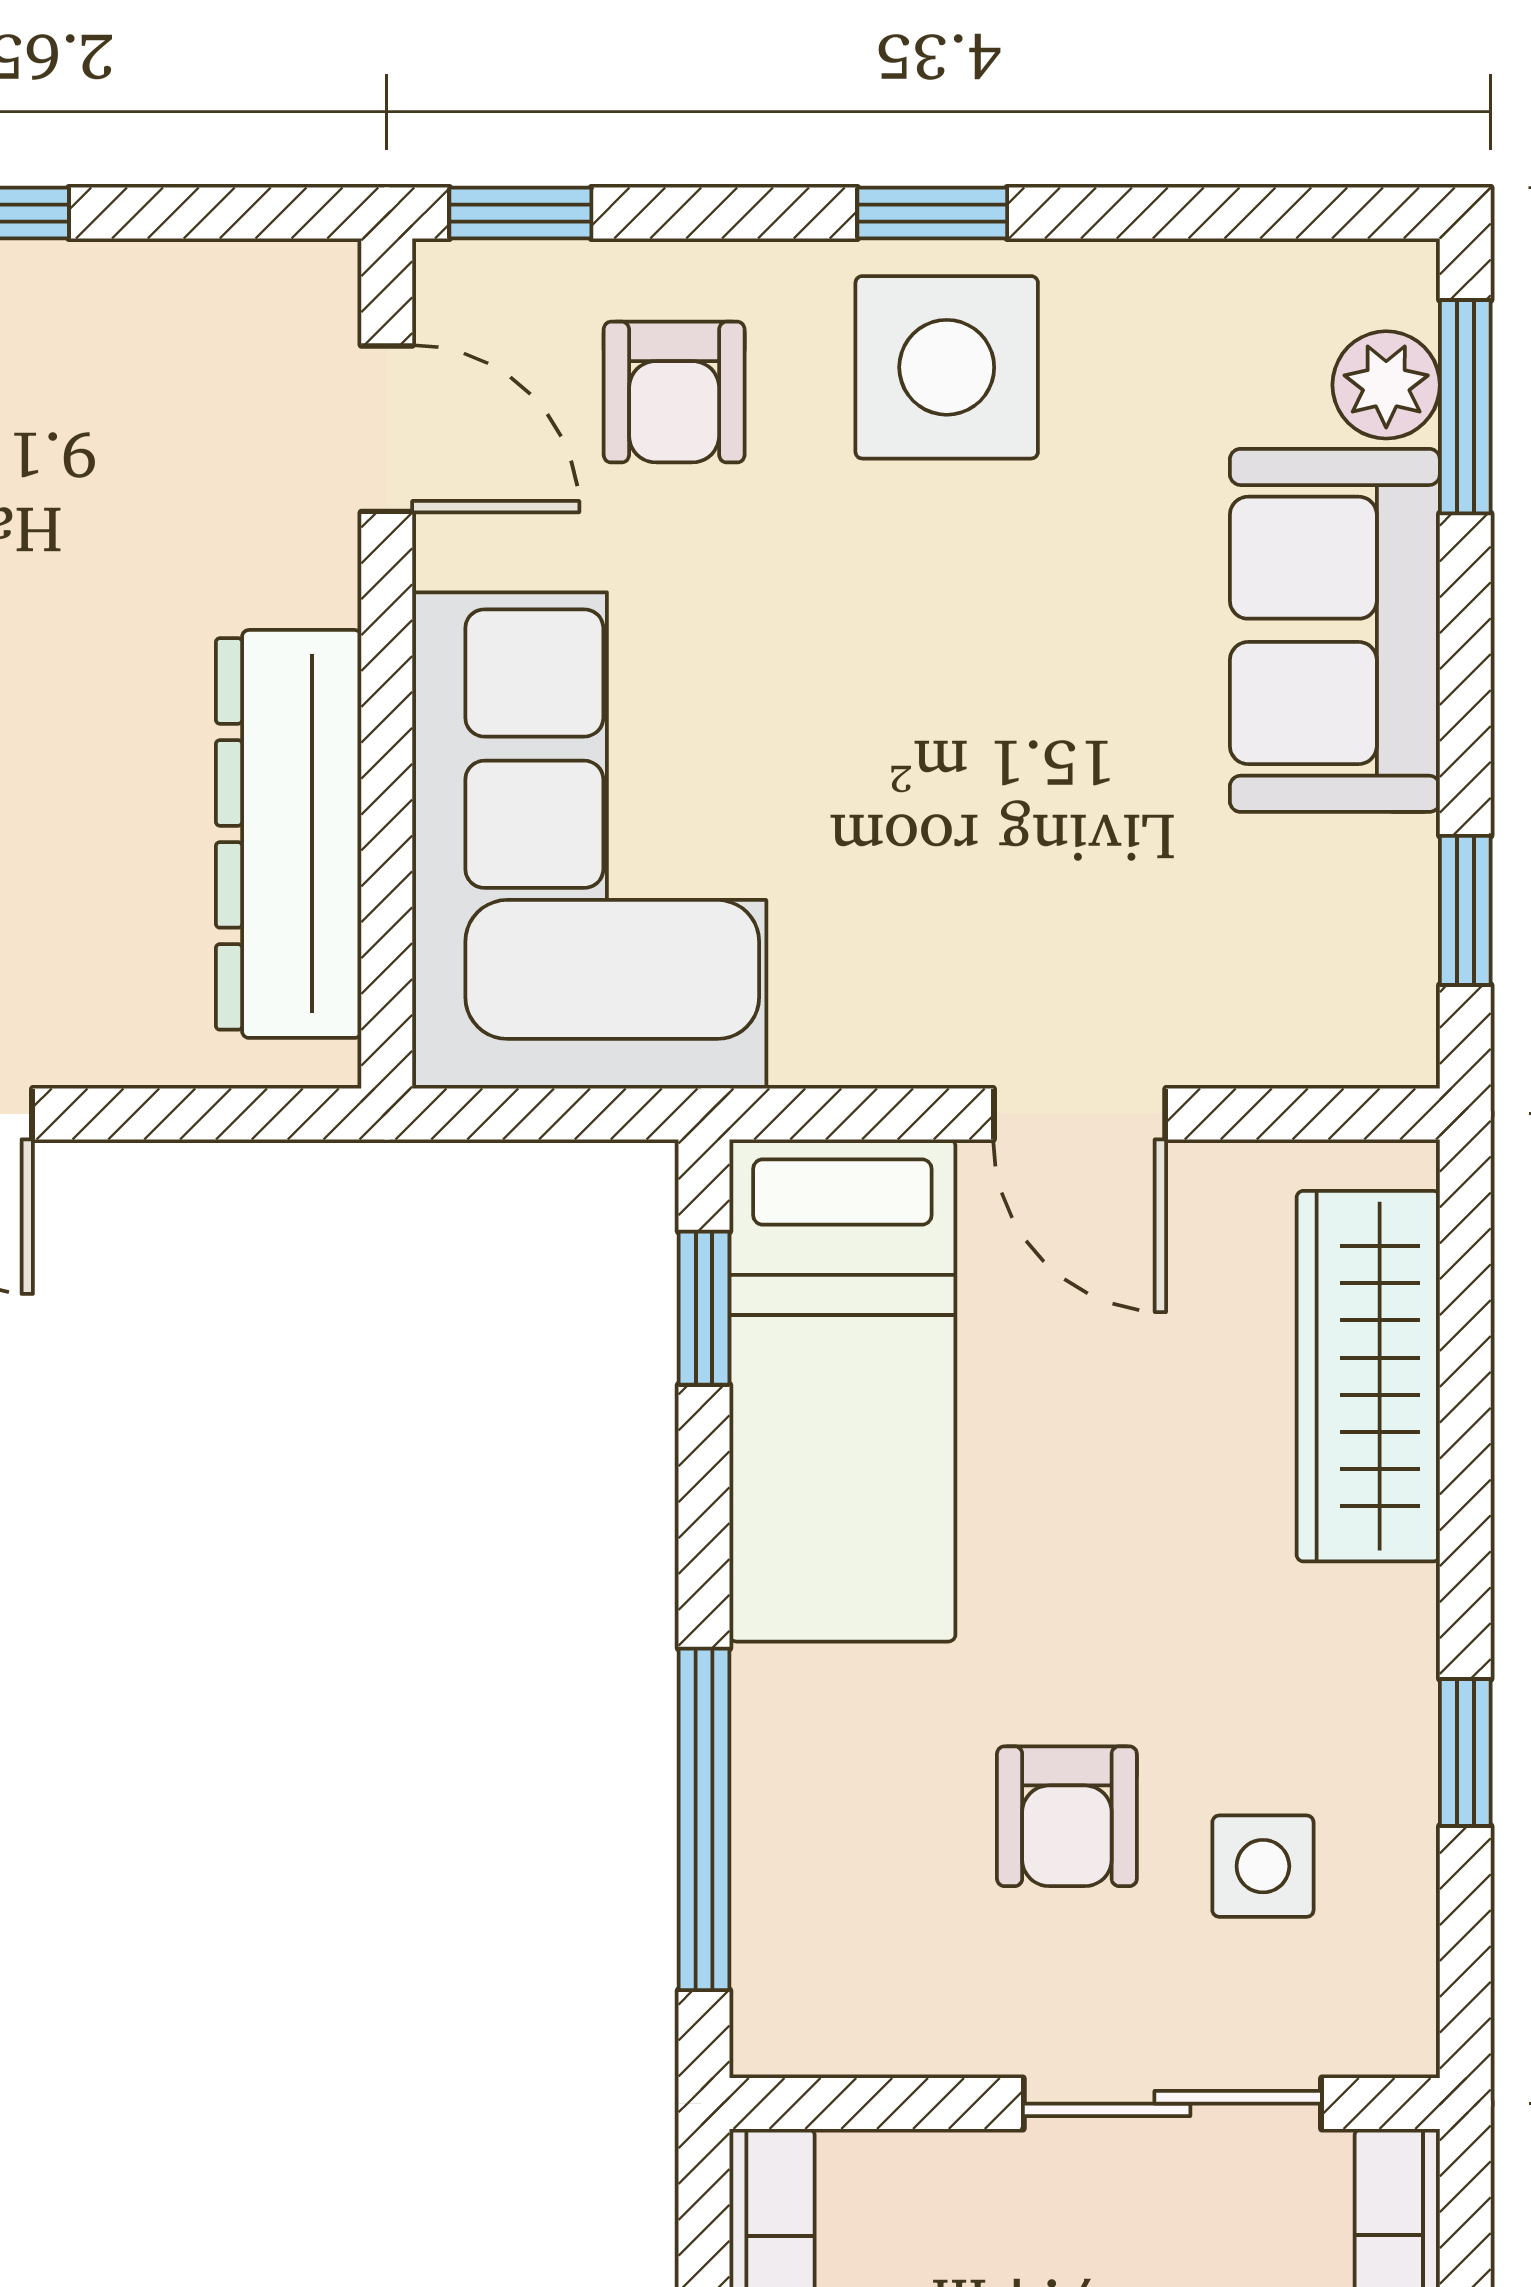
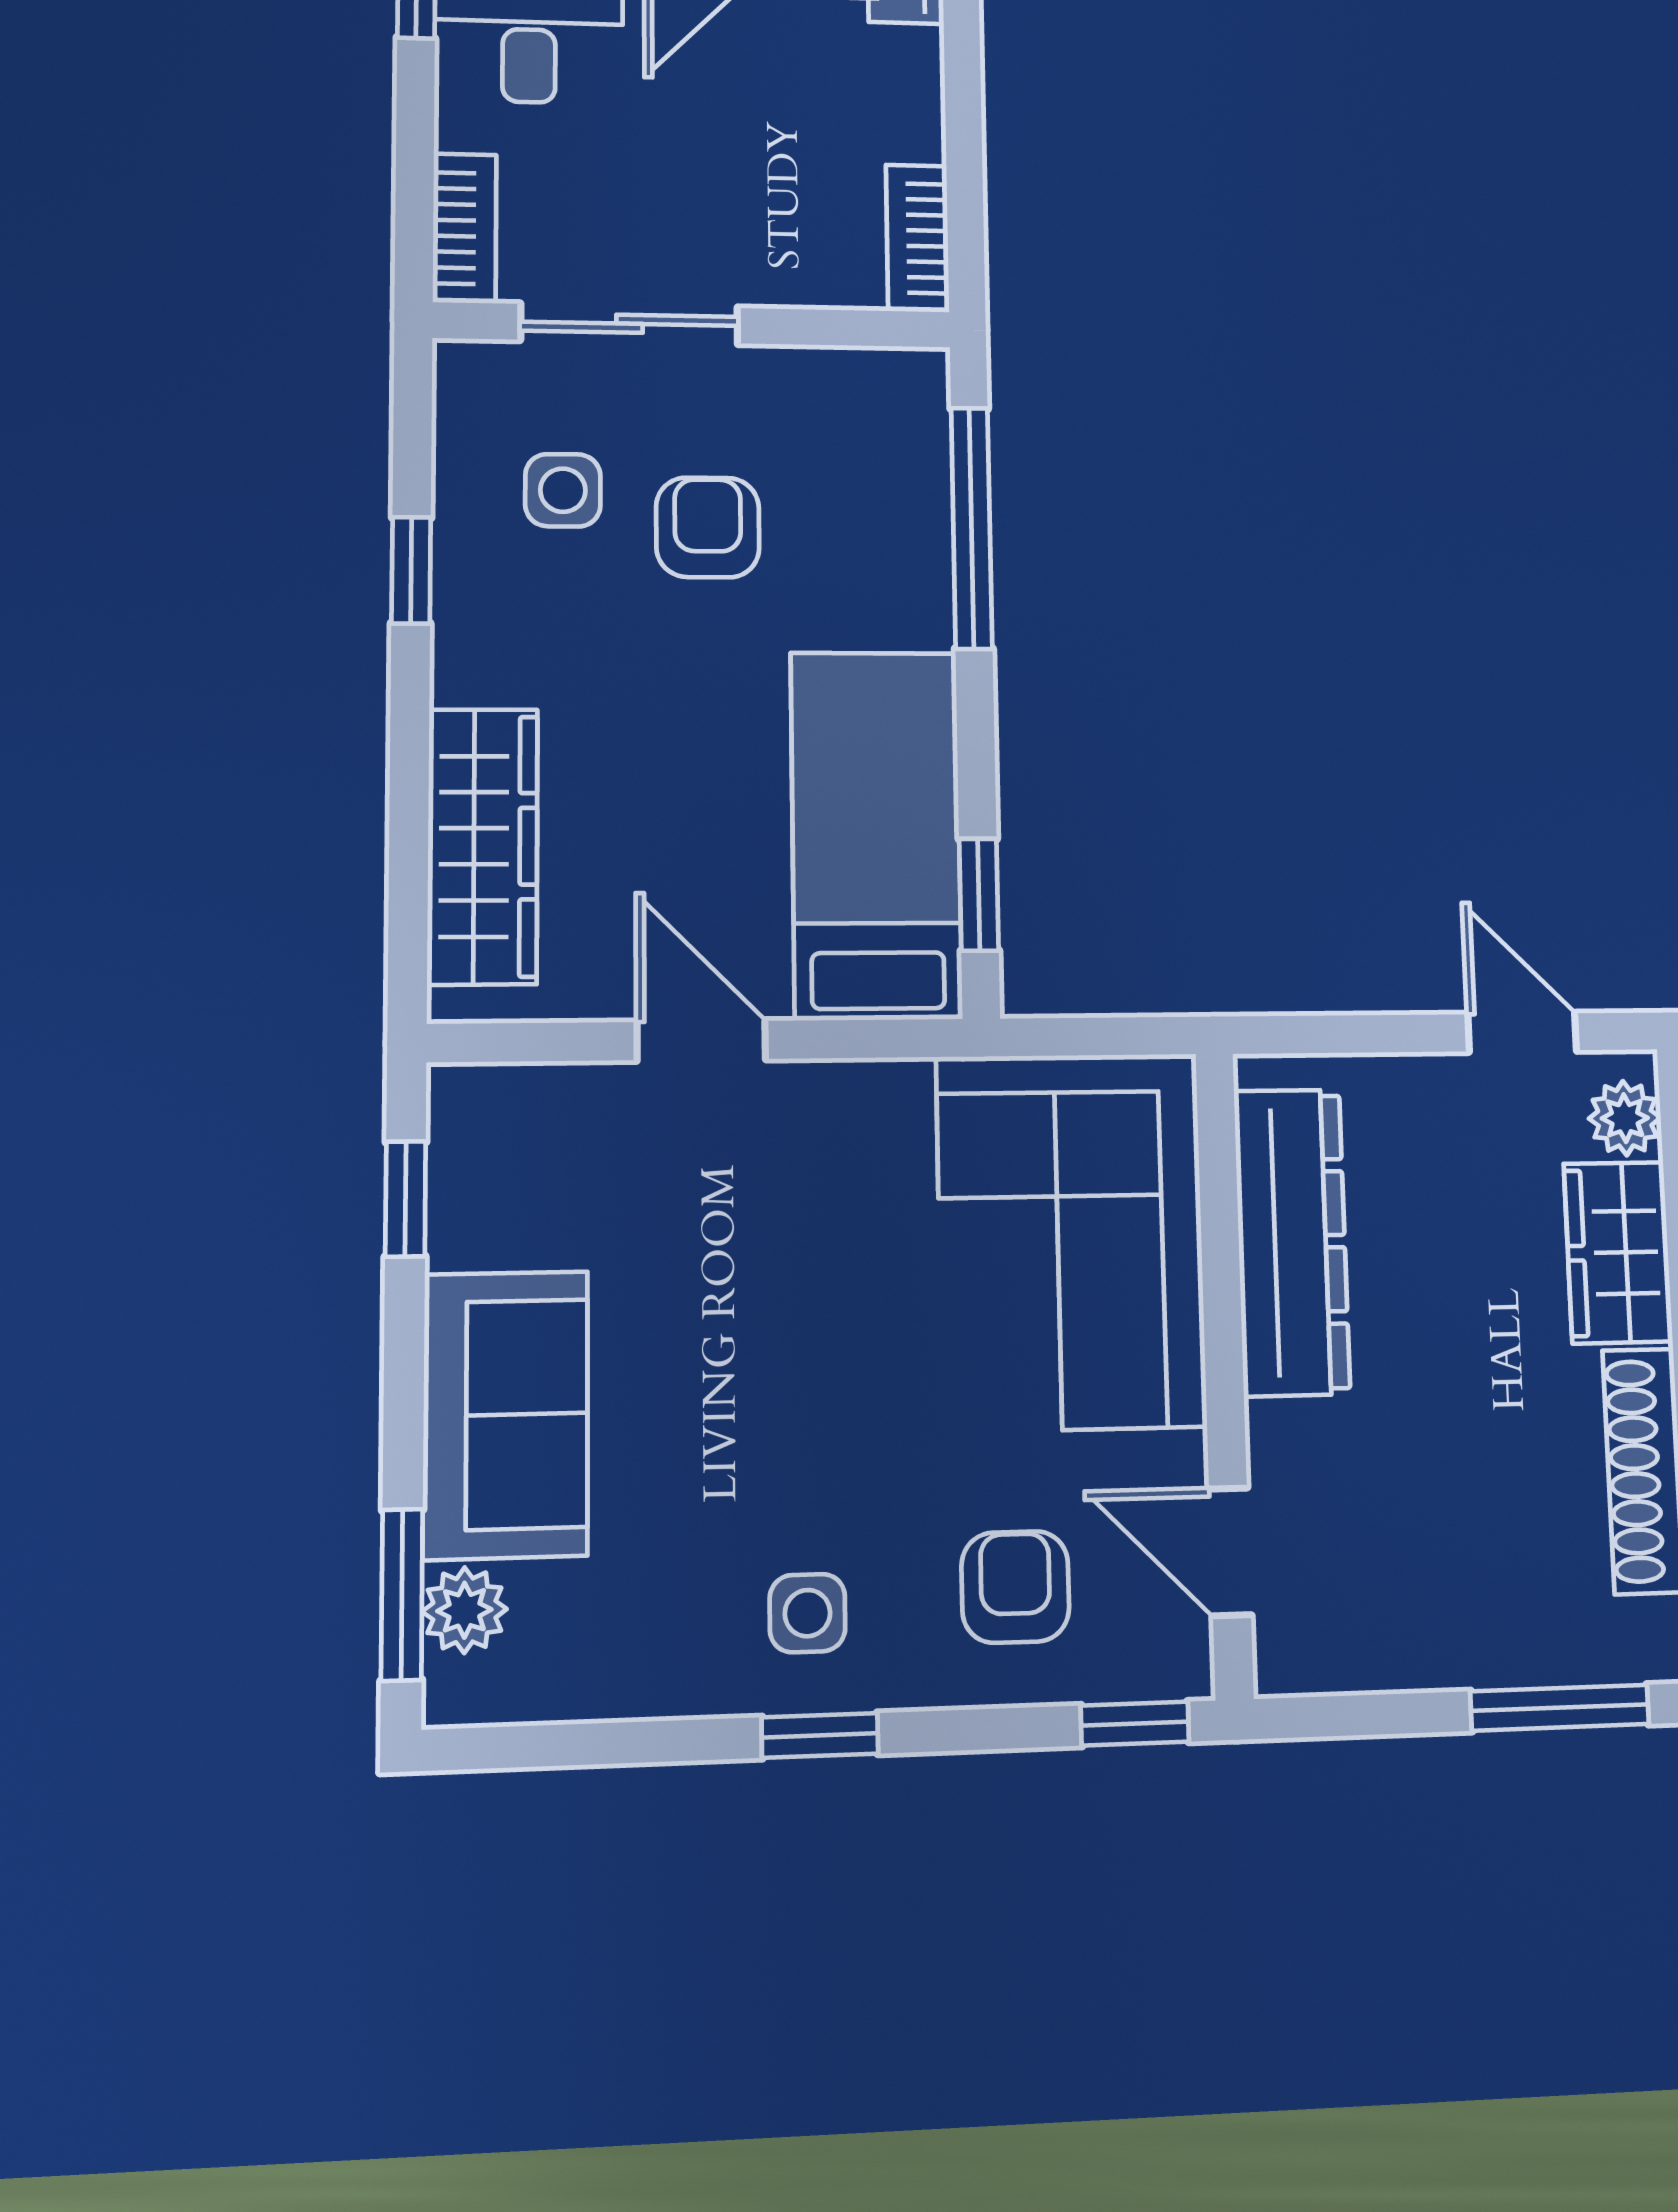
side table: (947, 367) -> (807, 1613), width x0.54, depth x0.54

